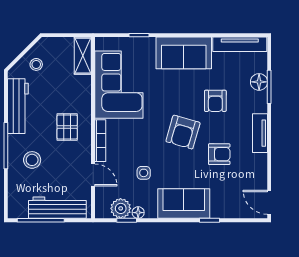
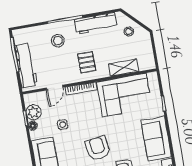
shelving: (83, 56) -> (124, 68), moved
pallet: (67, 127) -> (87, 62), turned 90
armchair: (183, 132) -> (98, 148), turned 67

